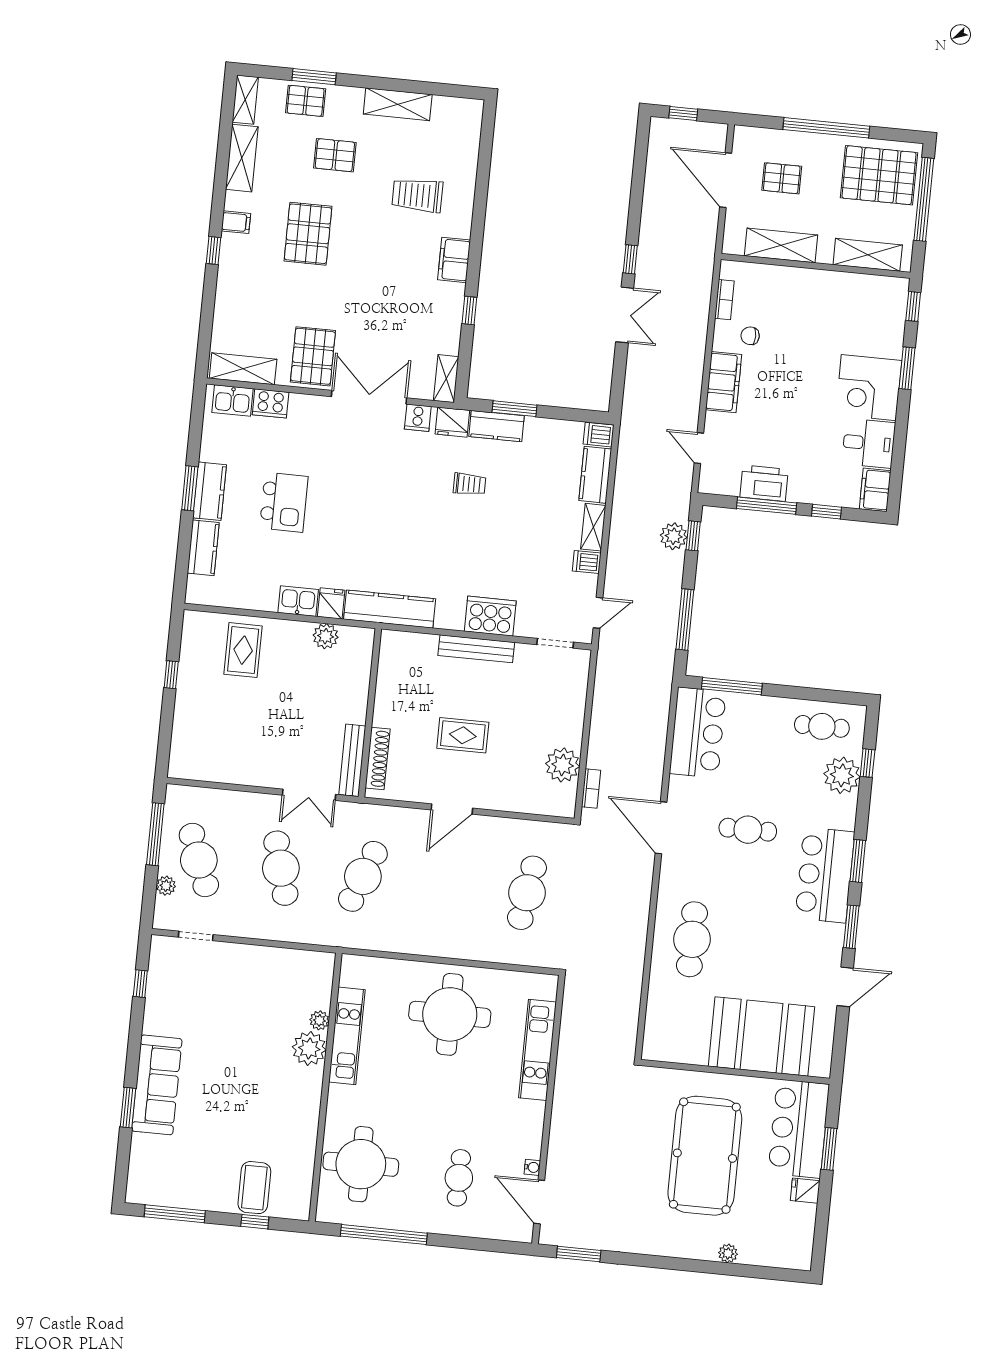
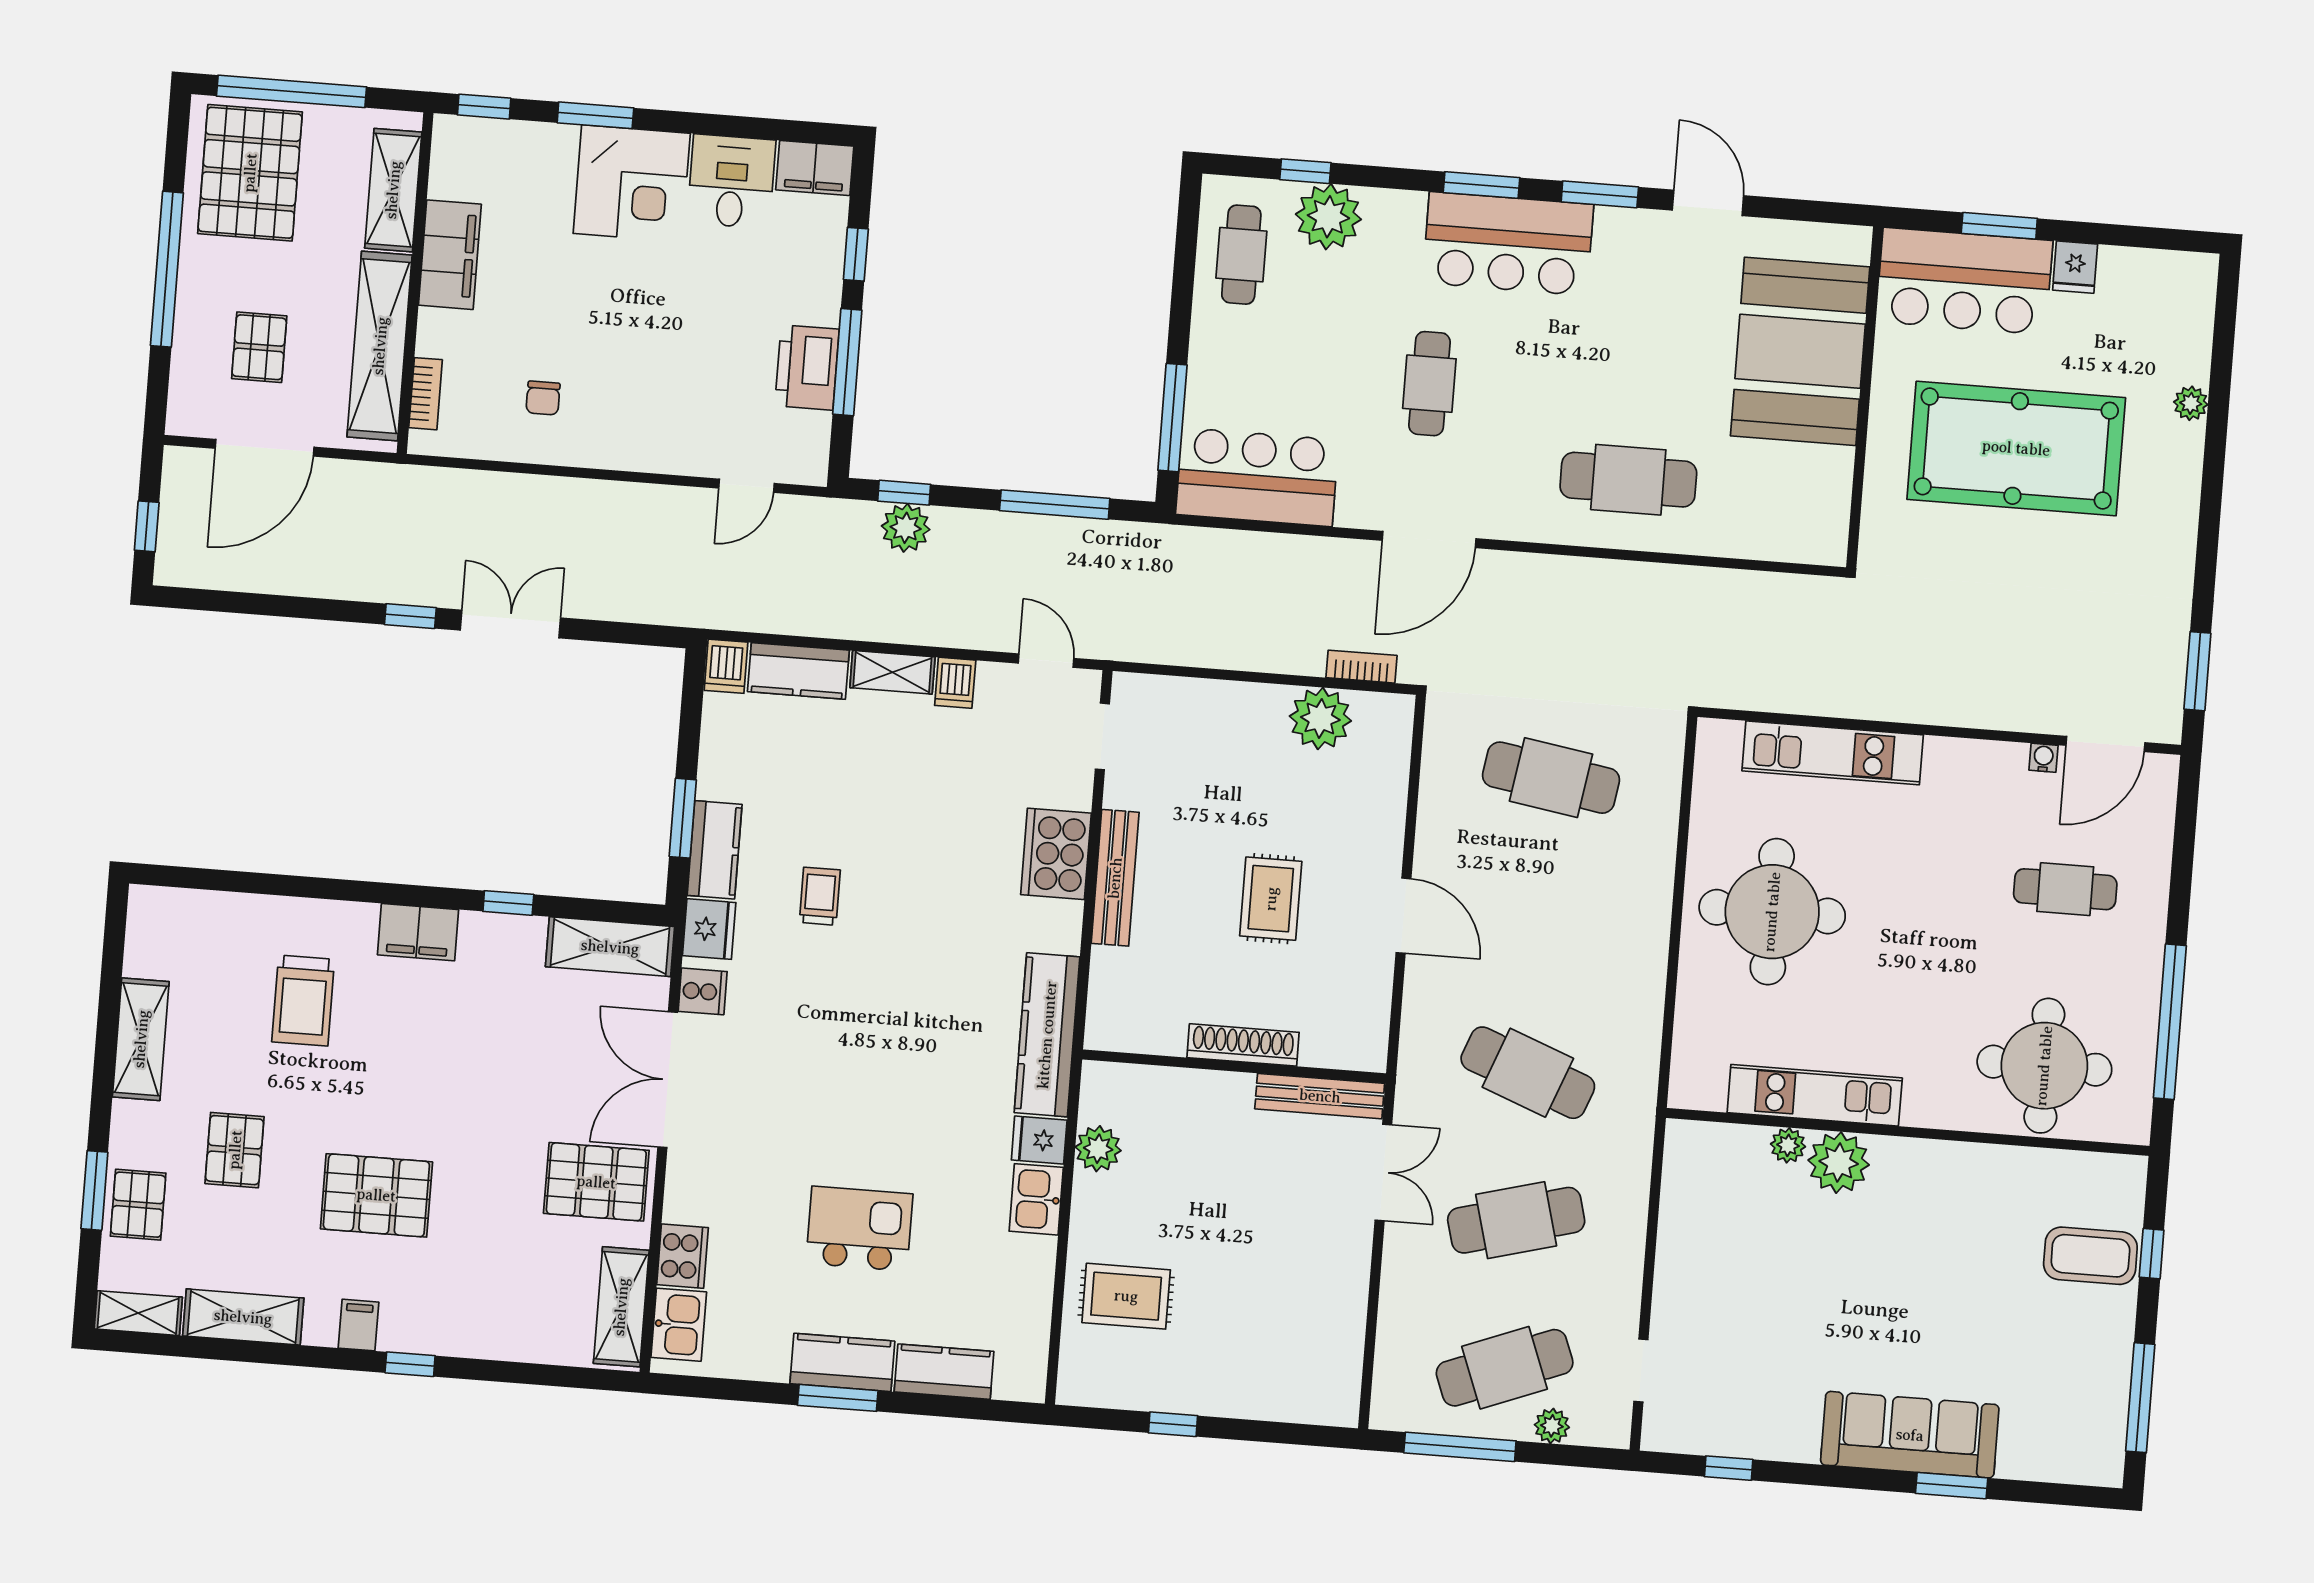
shelving: (781, 245) -> (380, 346), width x1.47
bookcase: (724, 300) -> (426, 394), moved, turned 90
shelving: (446, 379) -> (610, 947), width x1.50, depth x1.33
filing cabinet: (724, 382) -> (450, 255), moved, turned 90
shoe rack: (378, 759) -> (1243, 1045), moved

